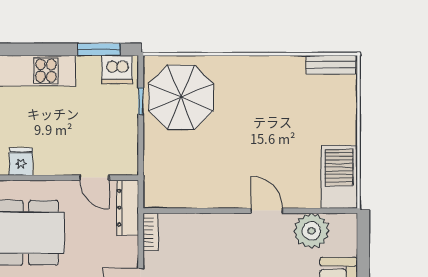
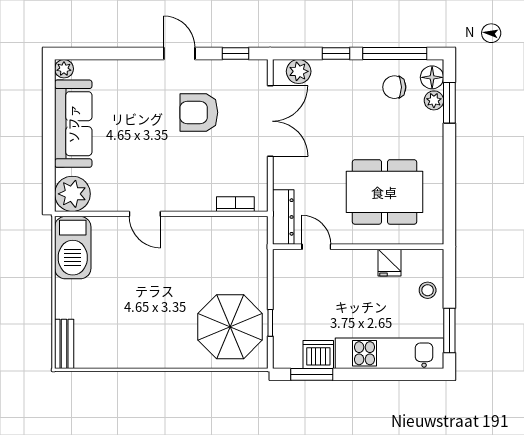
bench: (331, 65) -> (64, 344), moved, turned 90
dishwasher: (117, 69) -> (318, 354), moved
plant: (311, 231) -> (72, 194), moved
bookcase: (151, 232) -> (235, 204), moved, turned 90

